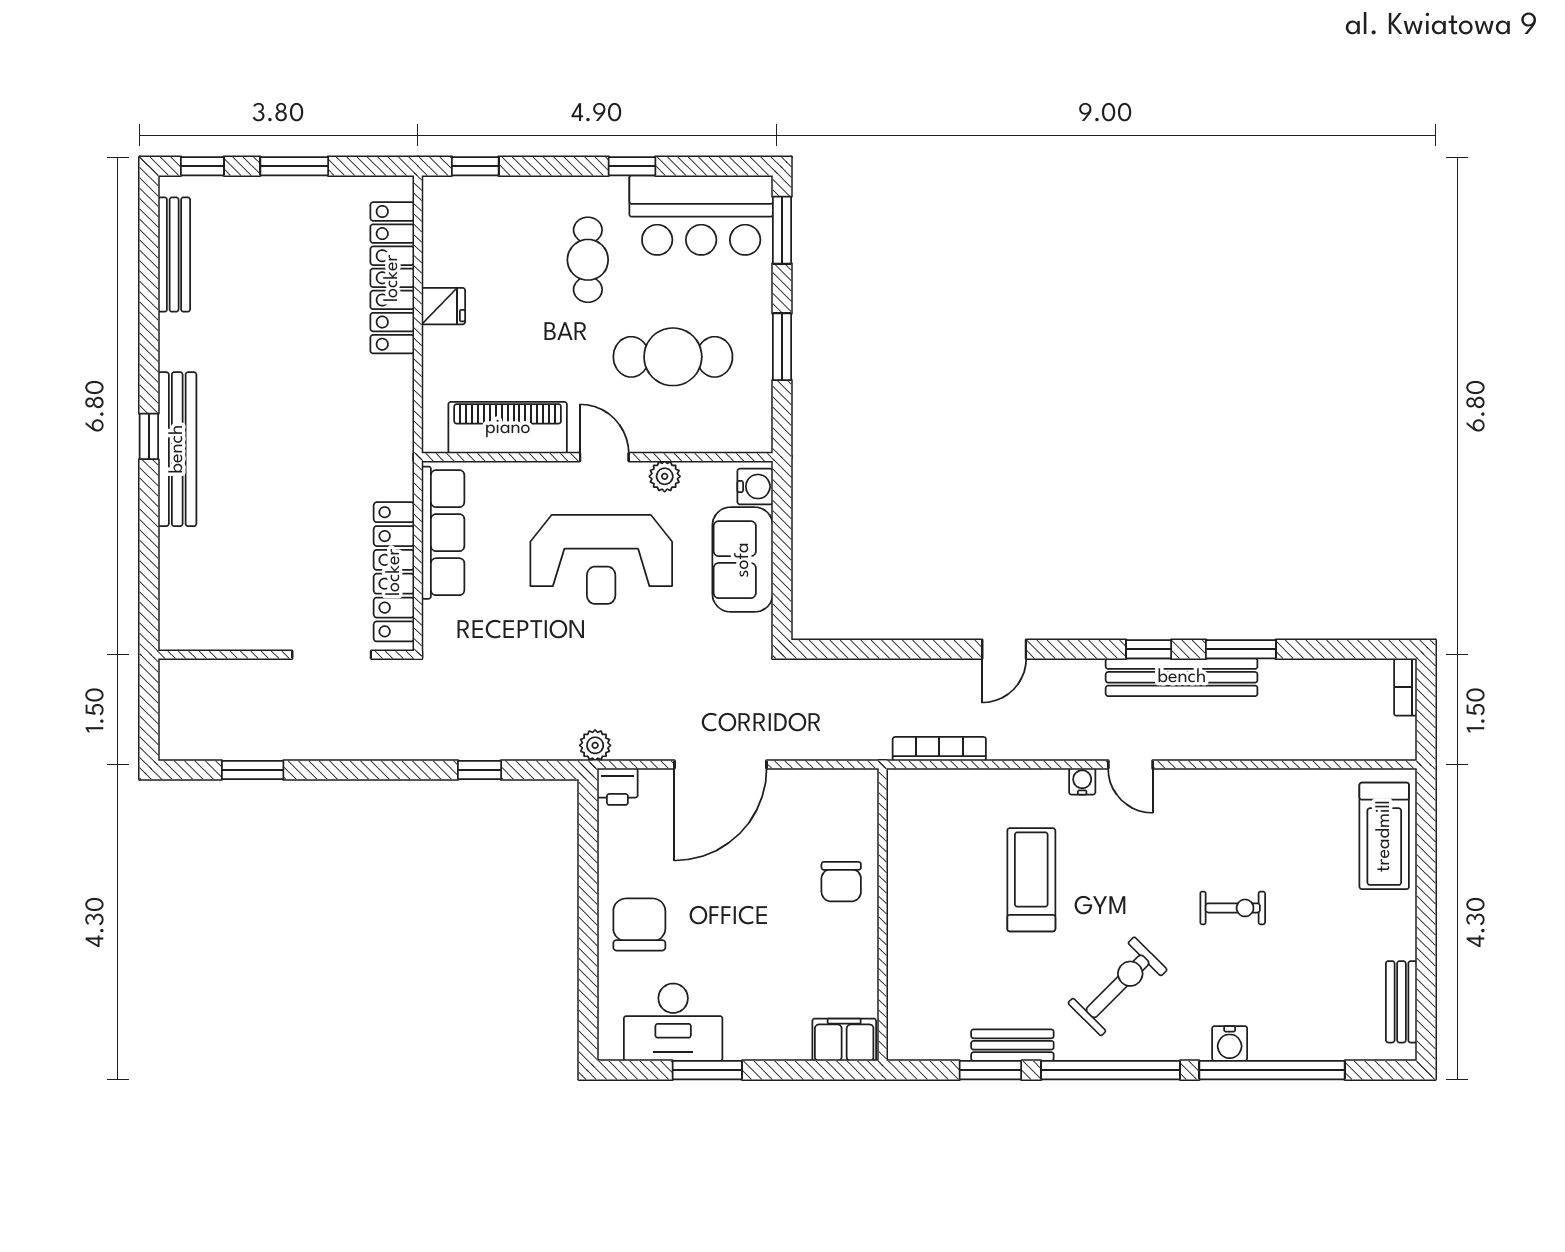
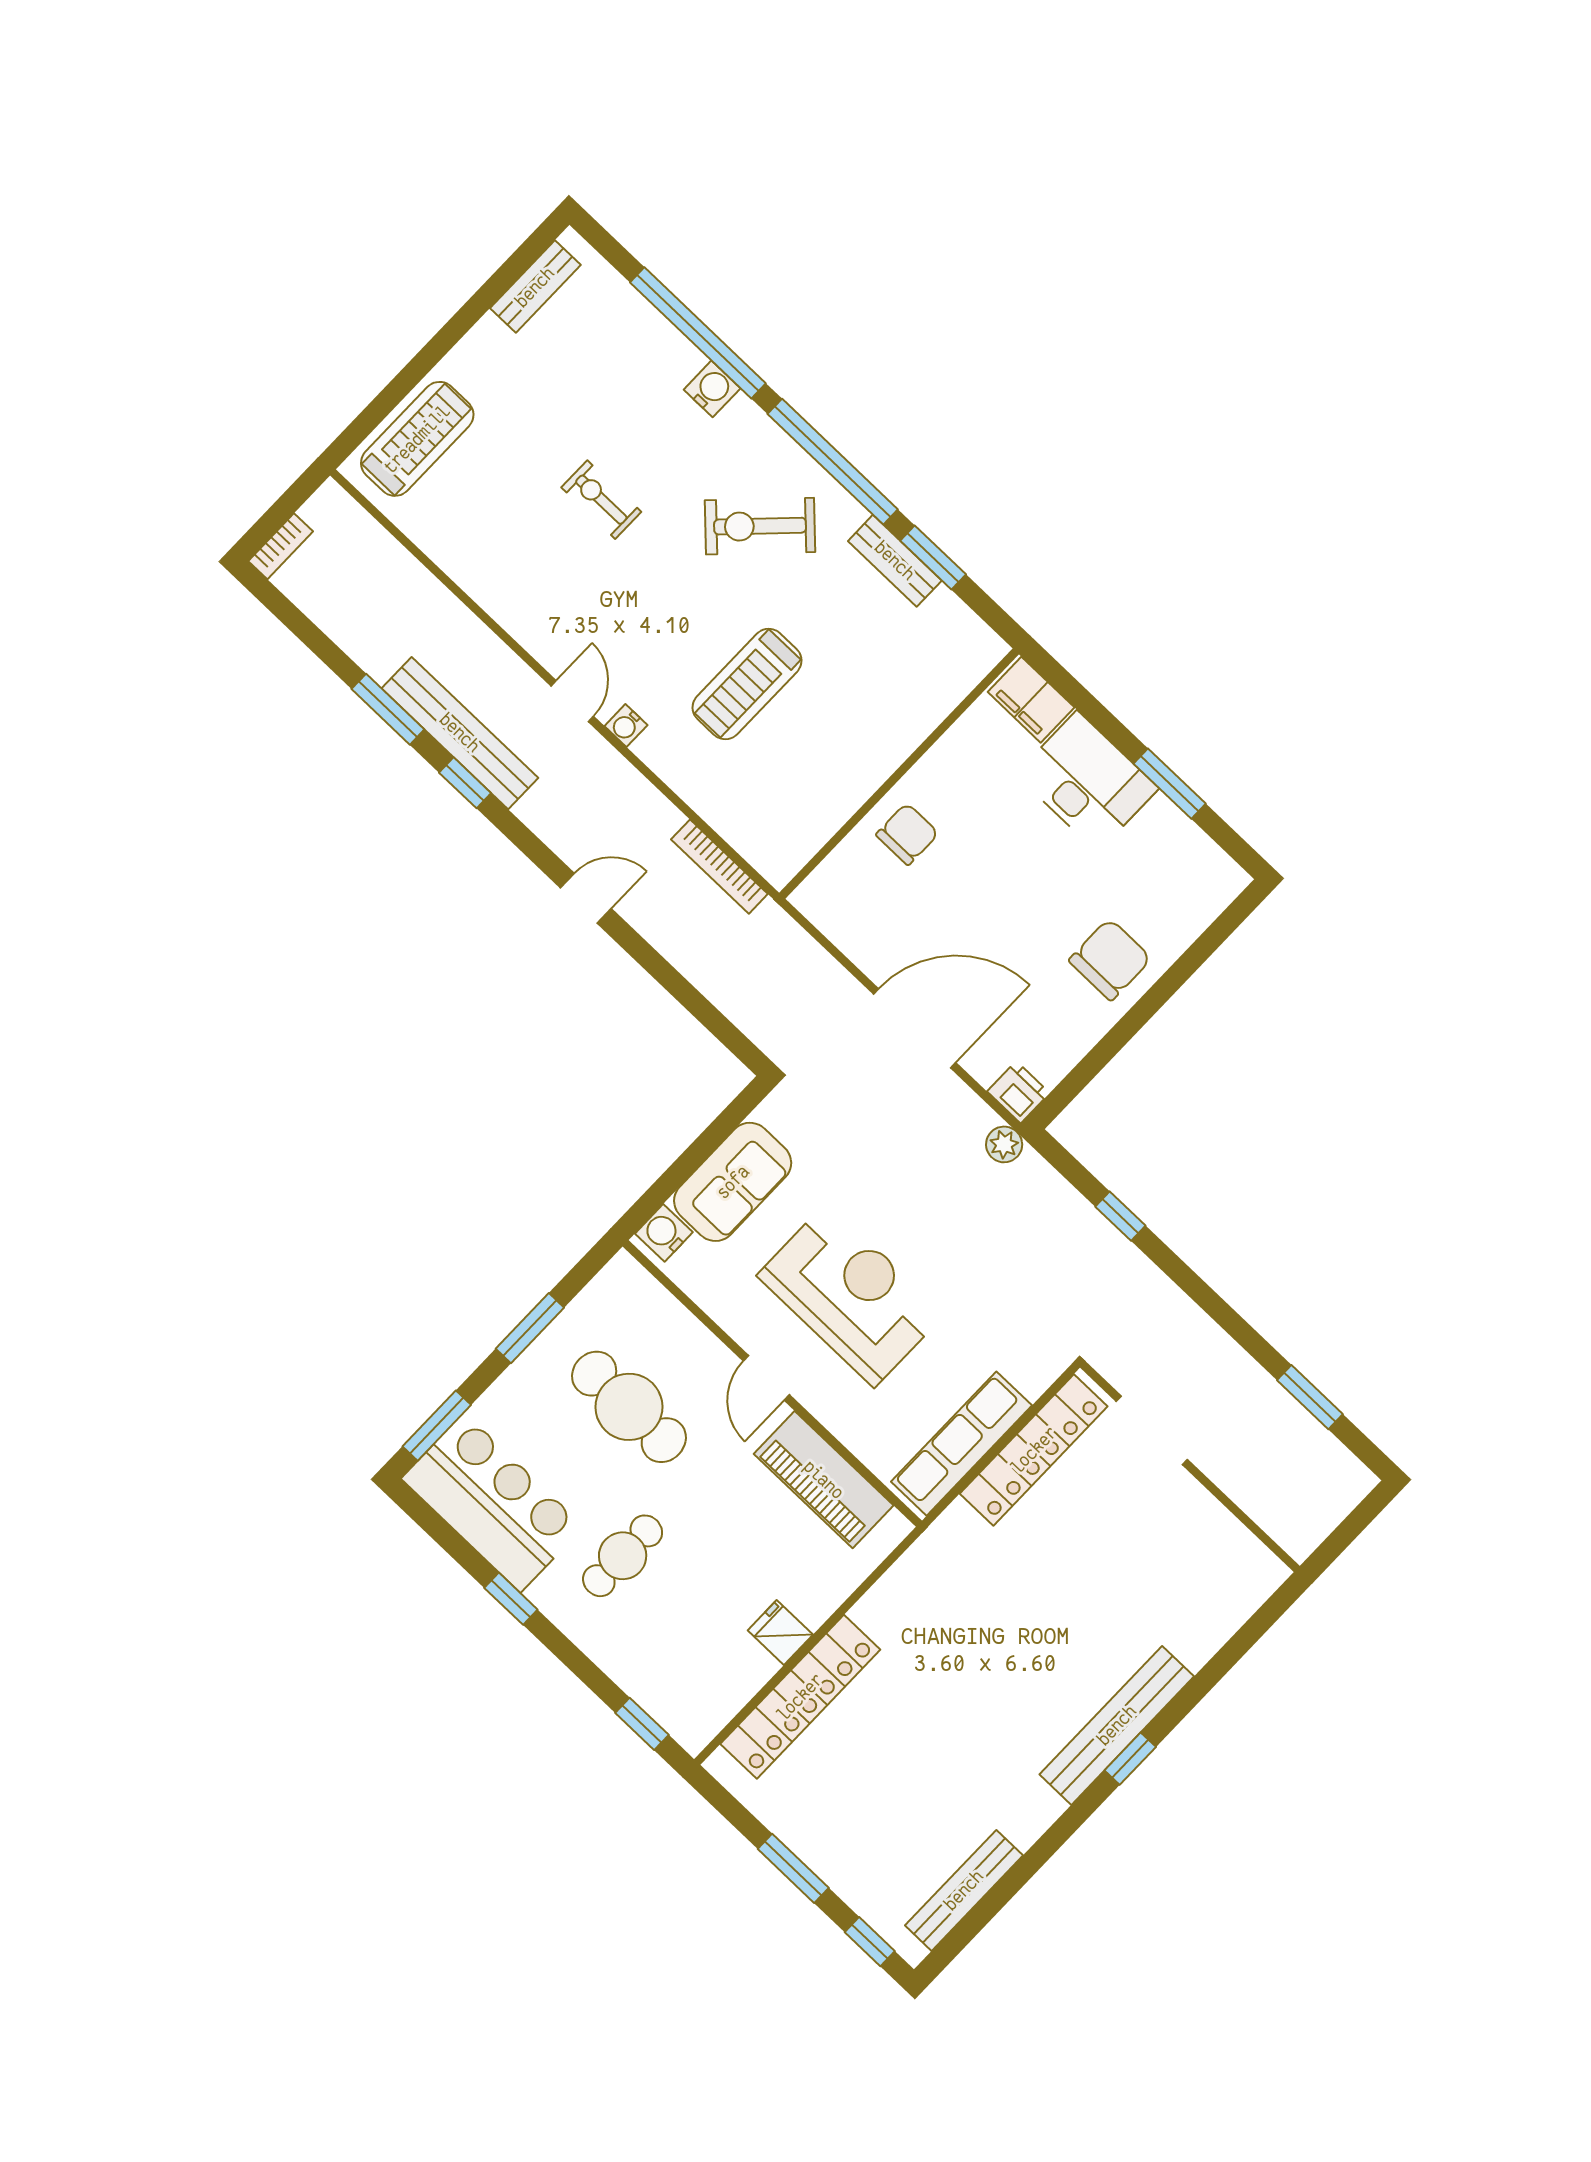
plant: (665, 476) -> (731, 1314), removed
chair: (639, 924) -> (1110, 959), turned 180
desk: (673, 1022) -> (1087, 781), moved

